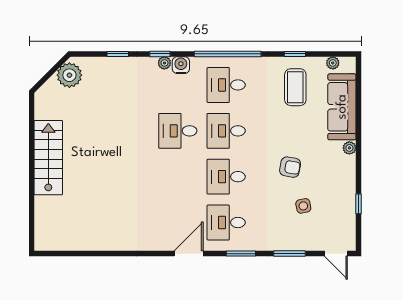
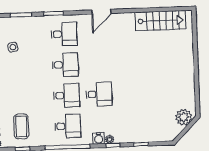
plant: (69, 75) -> (184, 117), moved
stairs: (48, 158) -> (160, 21), moved, turned -90
armchair: (290, 167) -> (23, 73), removed
door: (189, 254) -> (101, 12), moved

